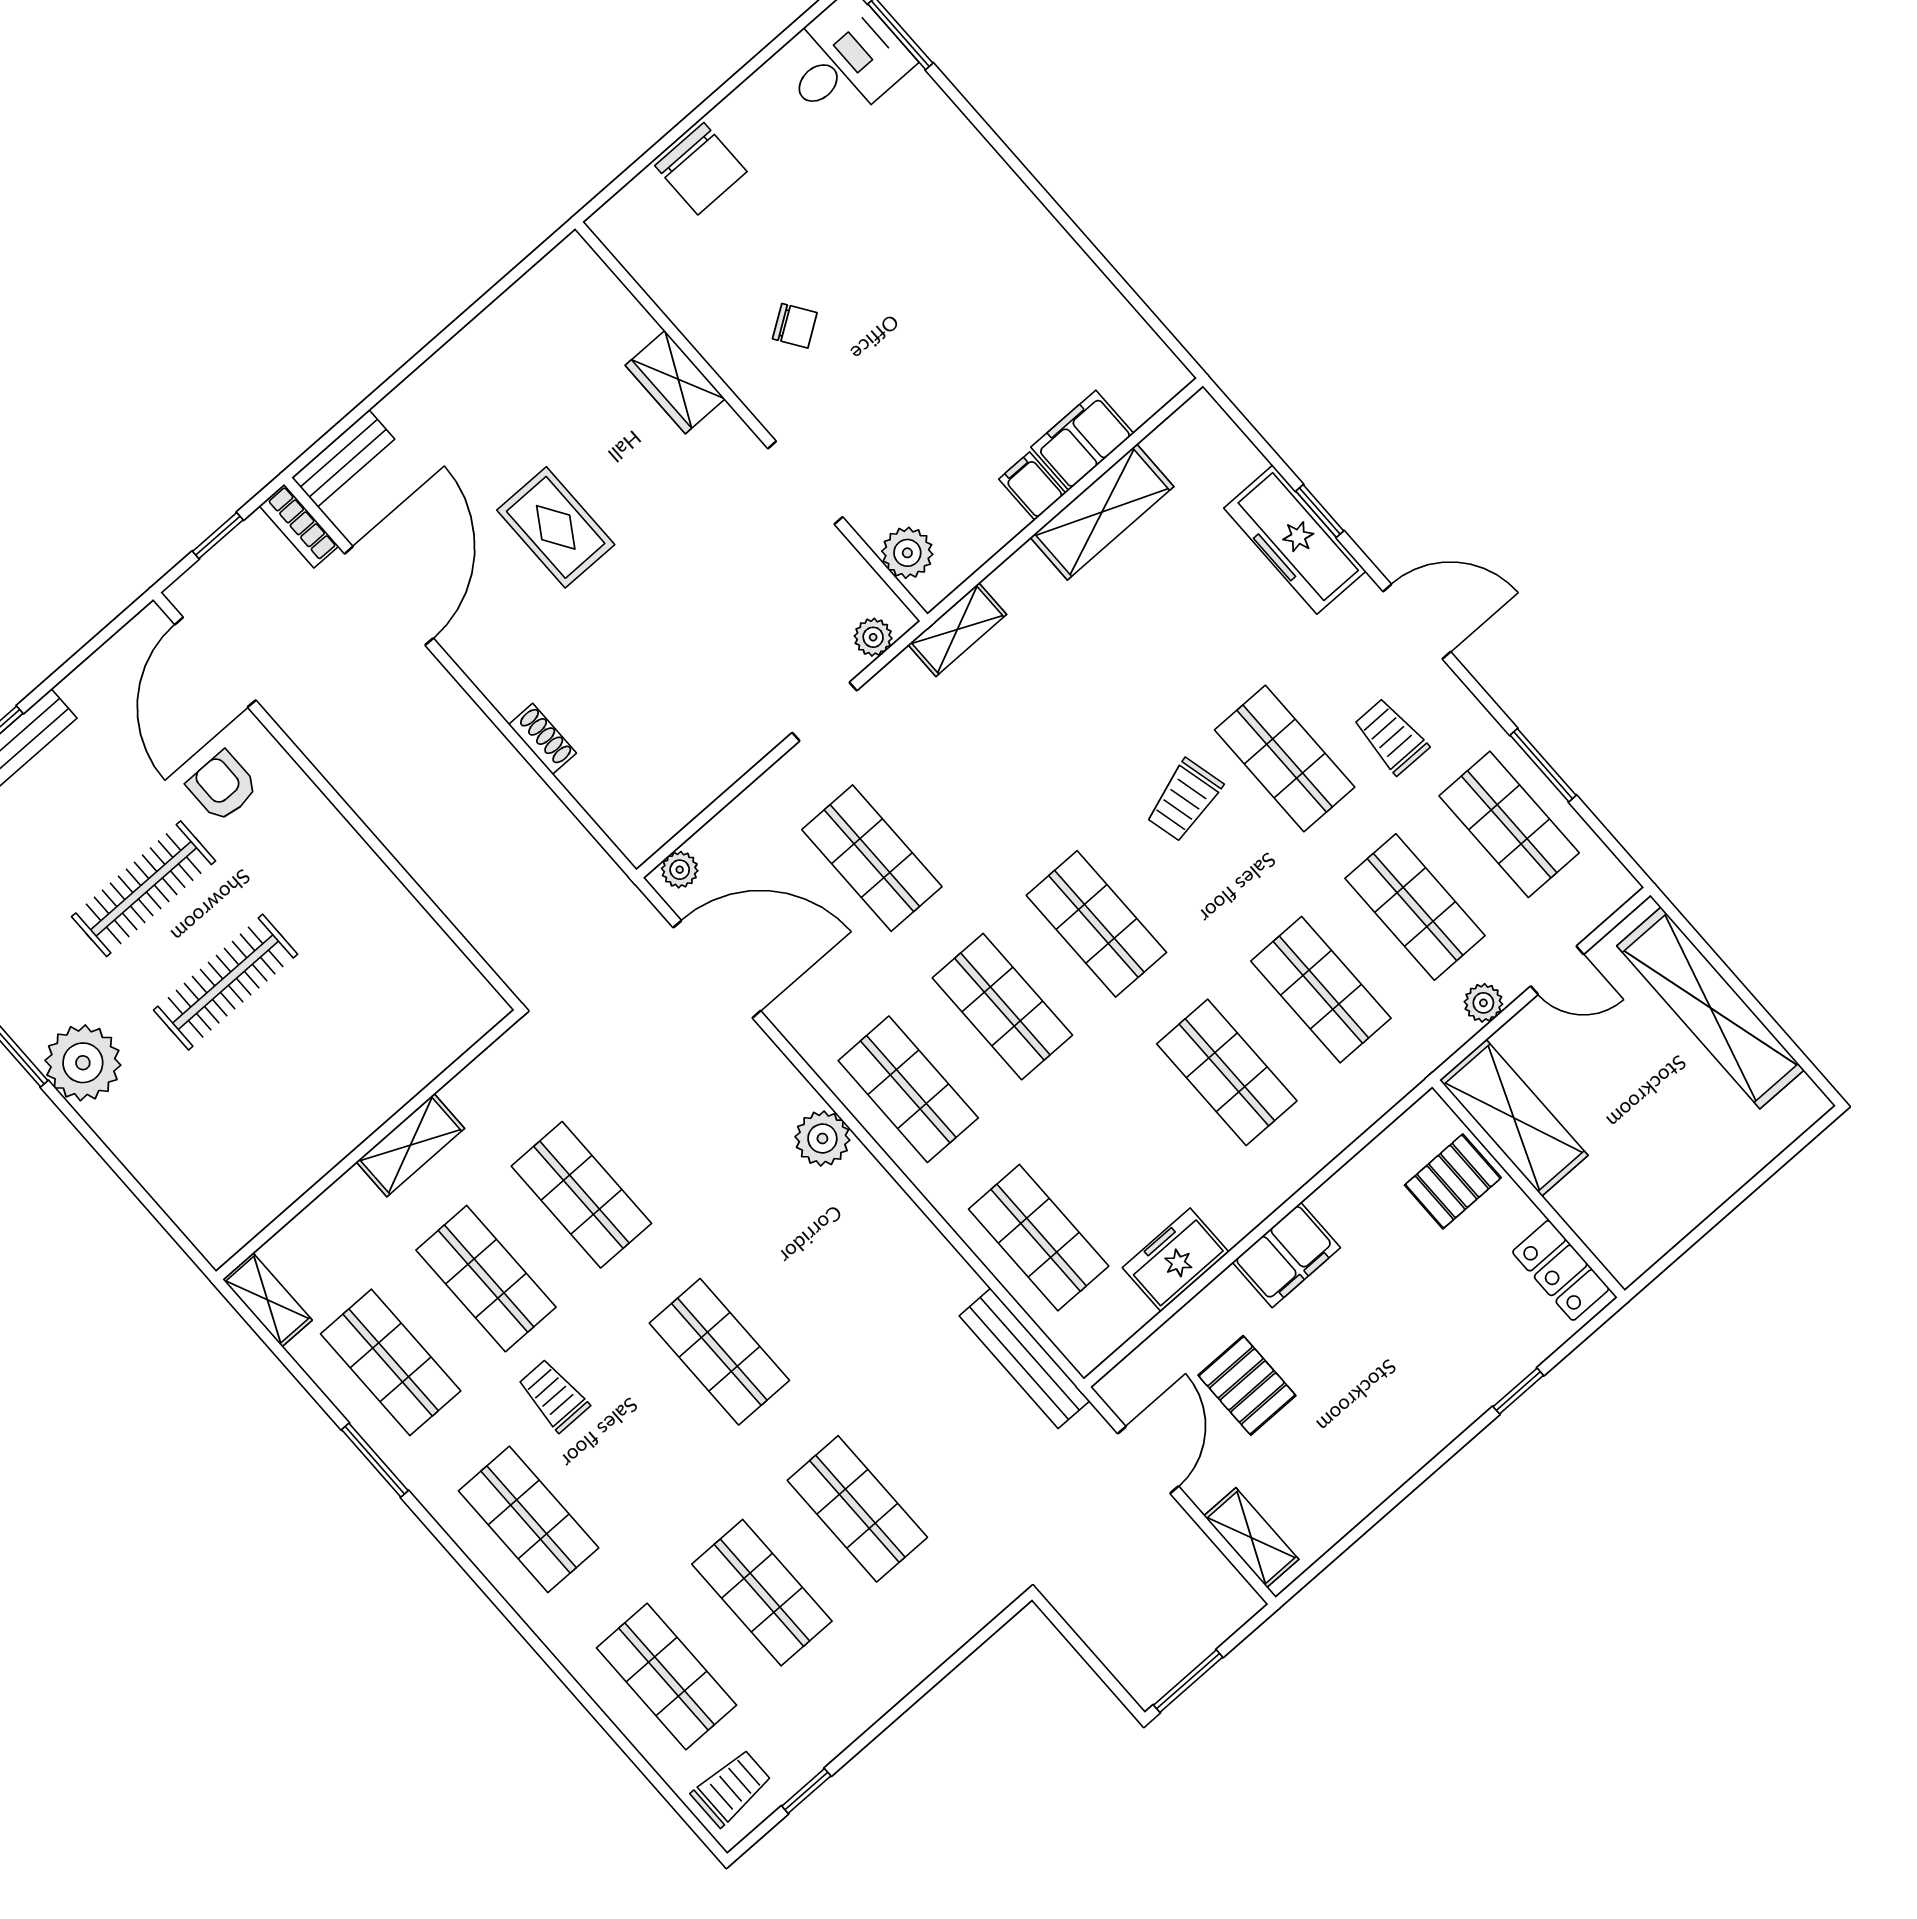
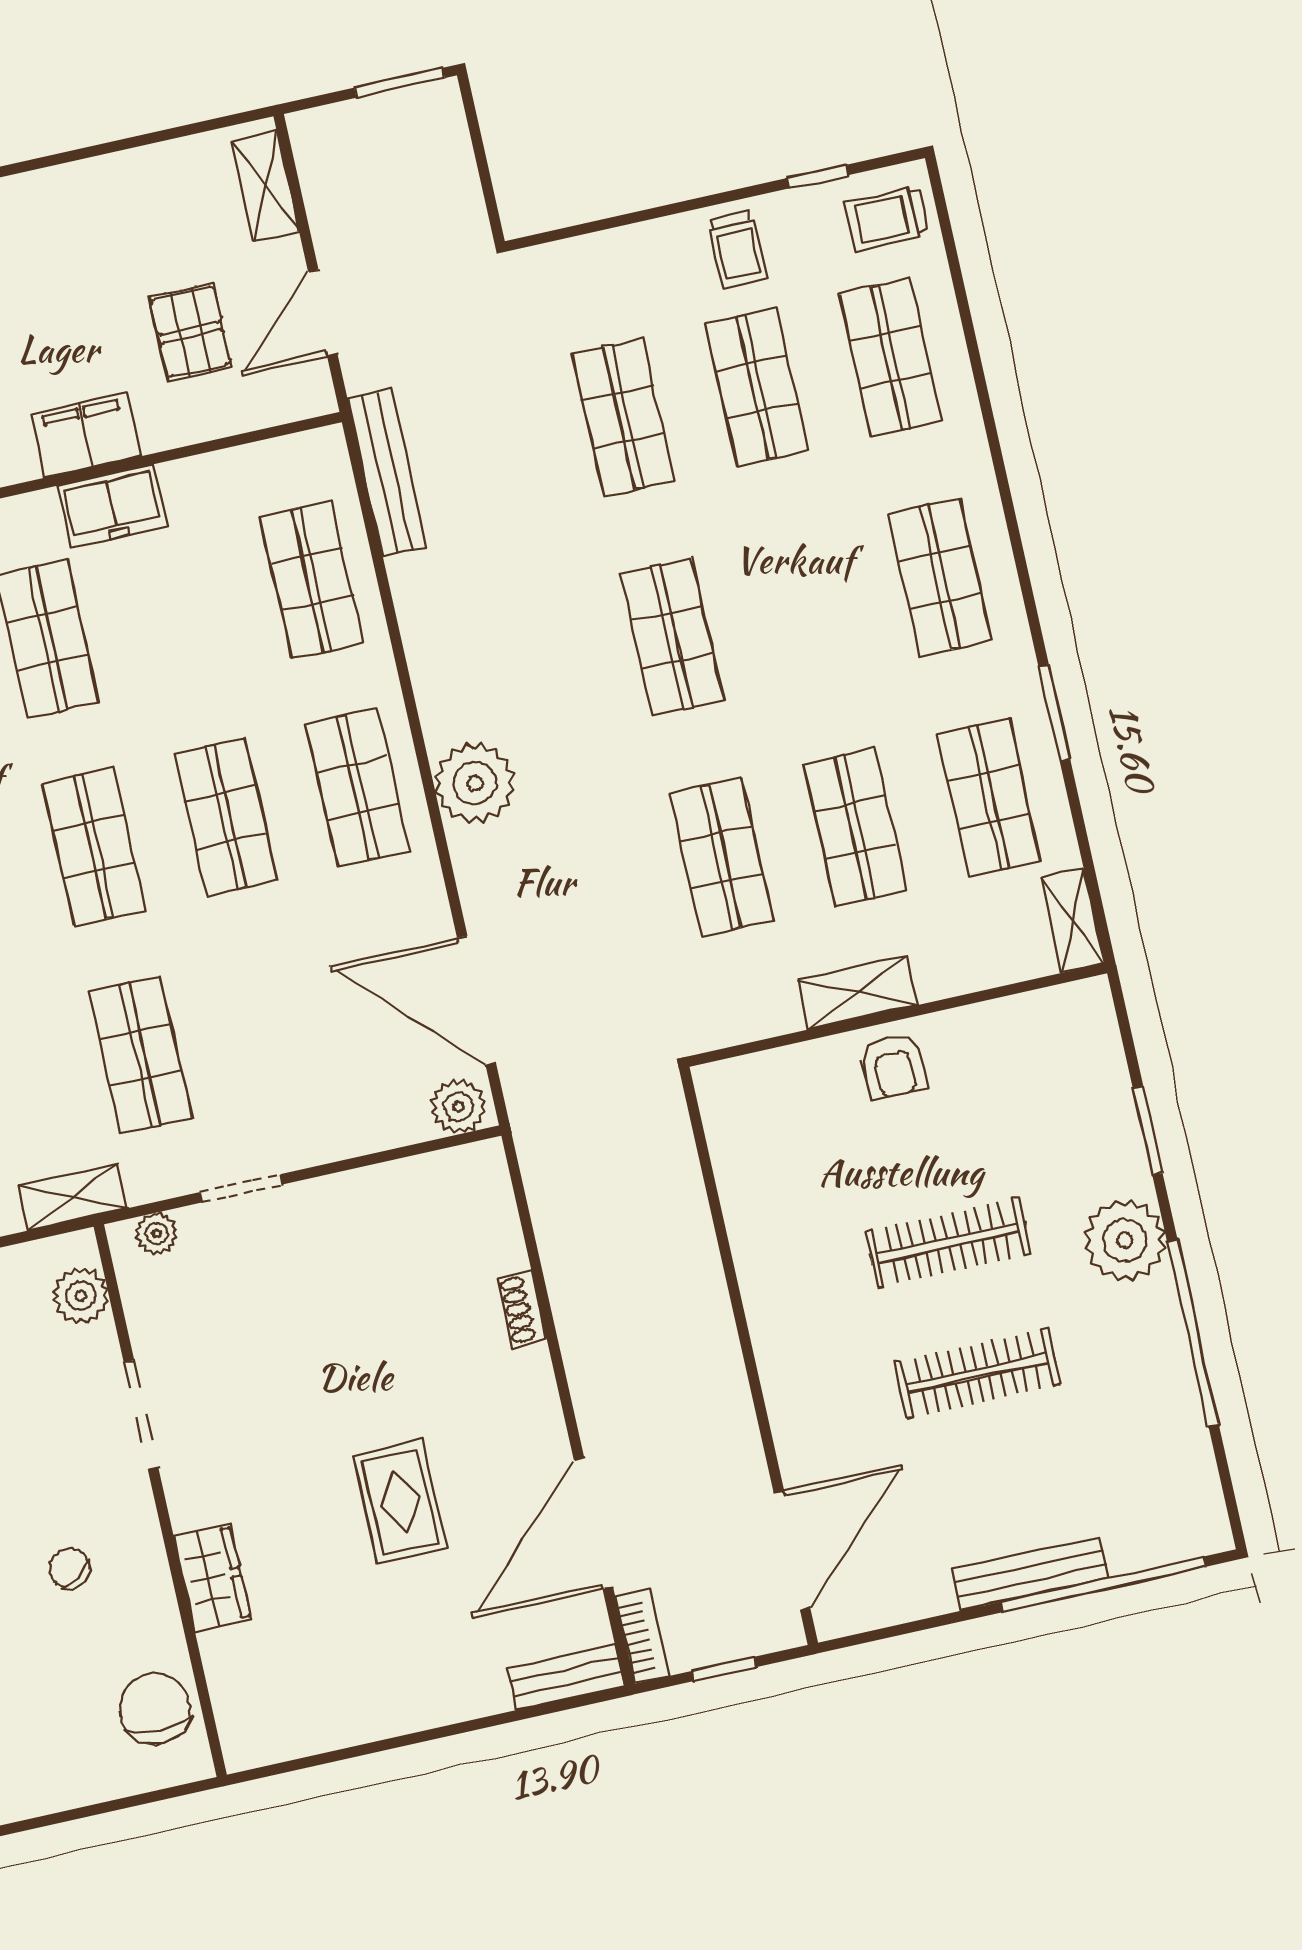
chair: (701, 169) -> (155, 1709), moved
armchair: (222, 786) -> (894, 1066), moved
shop shelf: (872, 858) -> (140, 1055), moved
plant: (680, 870) -> (458, 1107), width x1.38, depth x1.38
plant: (822, 1138) -> (475, 783), width x1.36, depth x1.36
window: (113, 1162) -> (1148, 1130), added
freezer: (1176, 1260) -> (112, 506), moved
trolley: (554, 1395) -> (737, 249), moved

